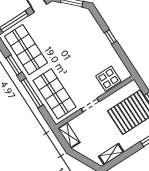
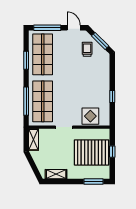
trolley: (65, 18) -> (87, 49), added
window: (110, 37) -> (112, 96), moved
window: (32, 93) -> (26, 101), moved

